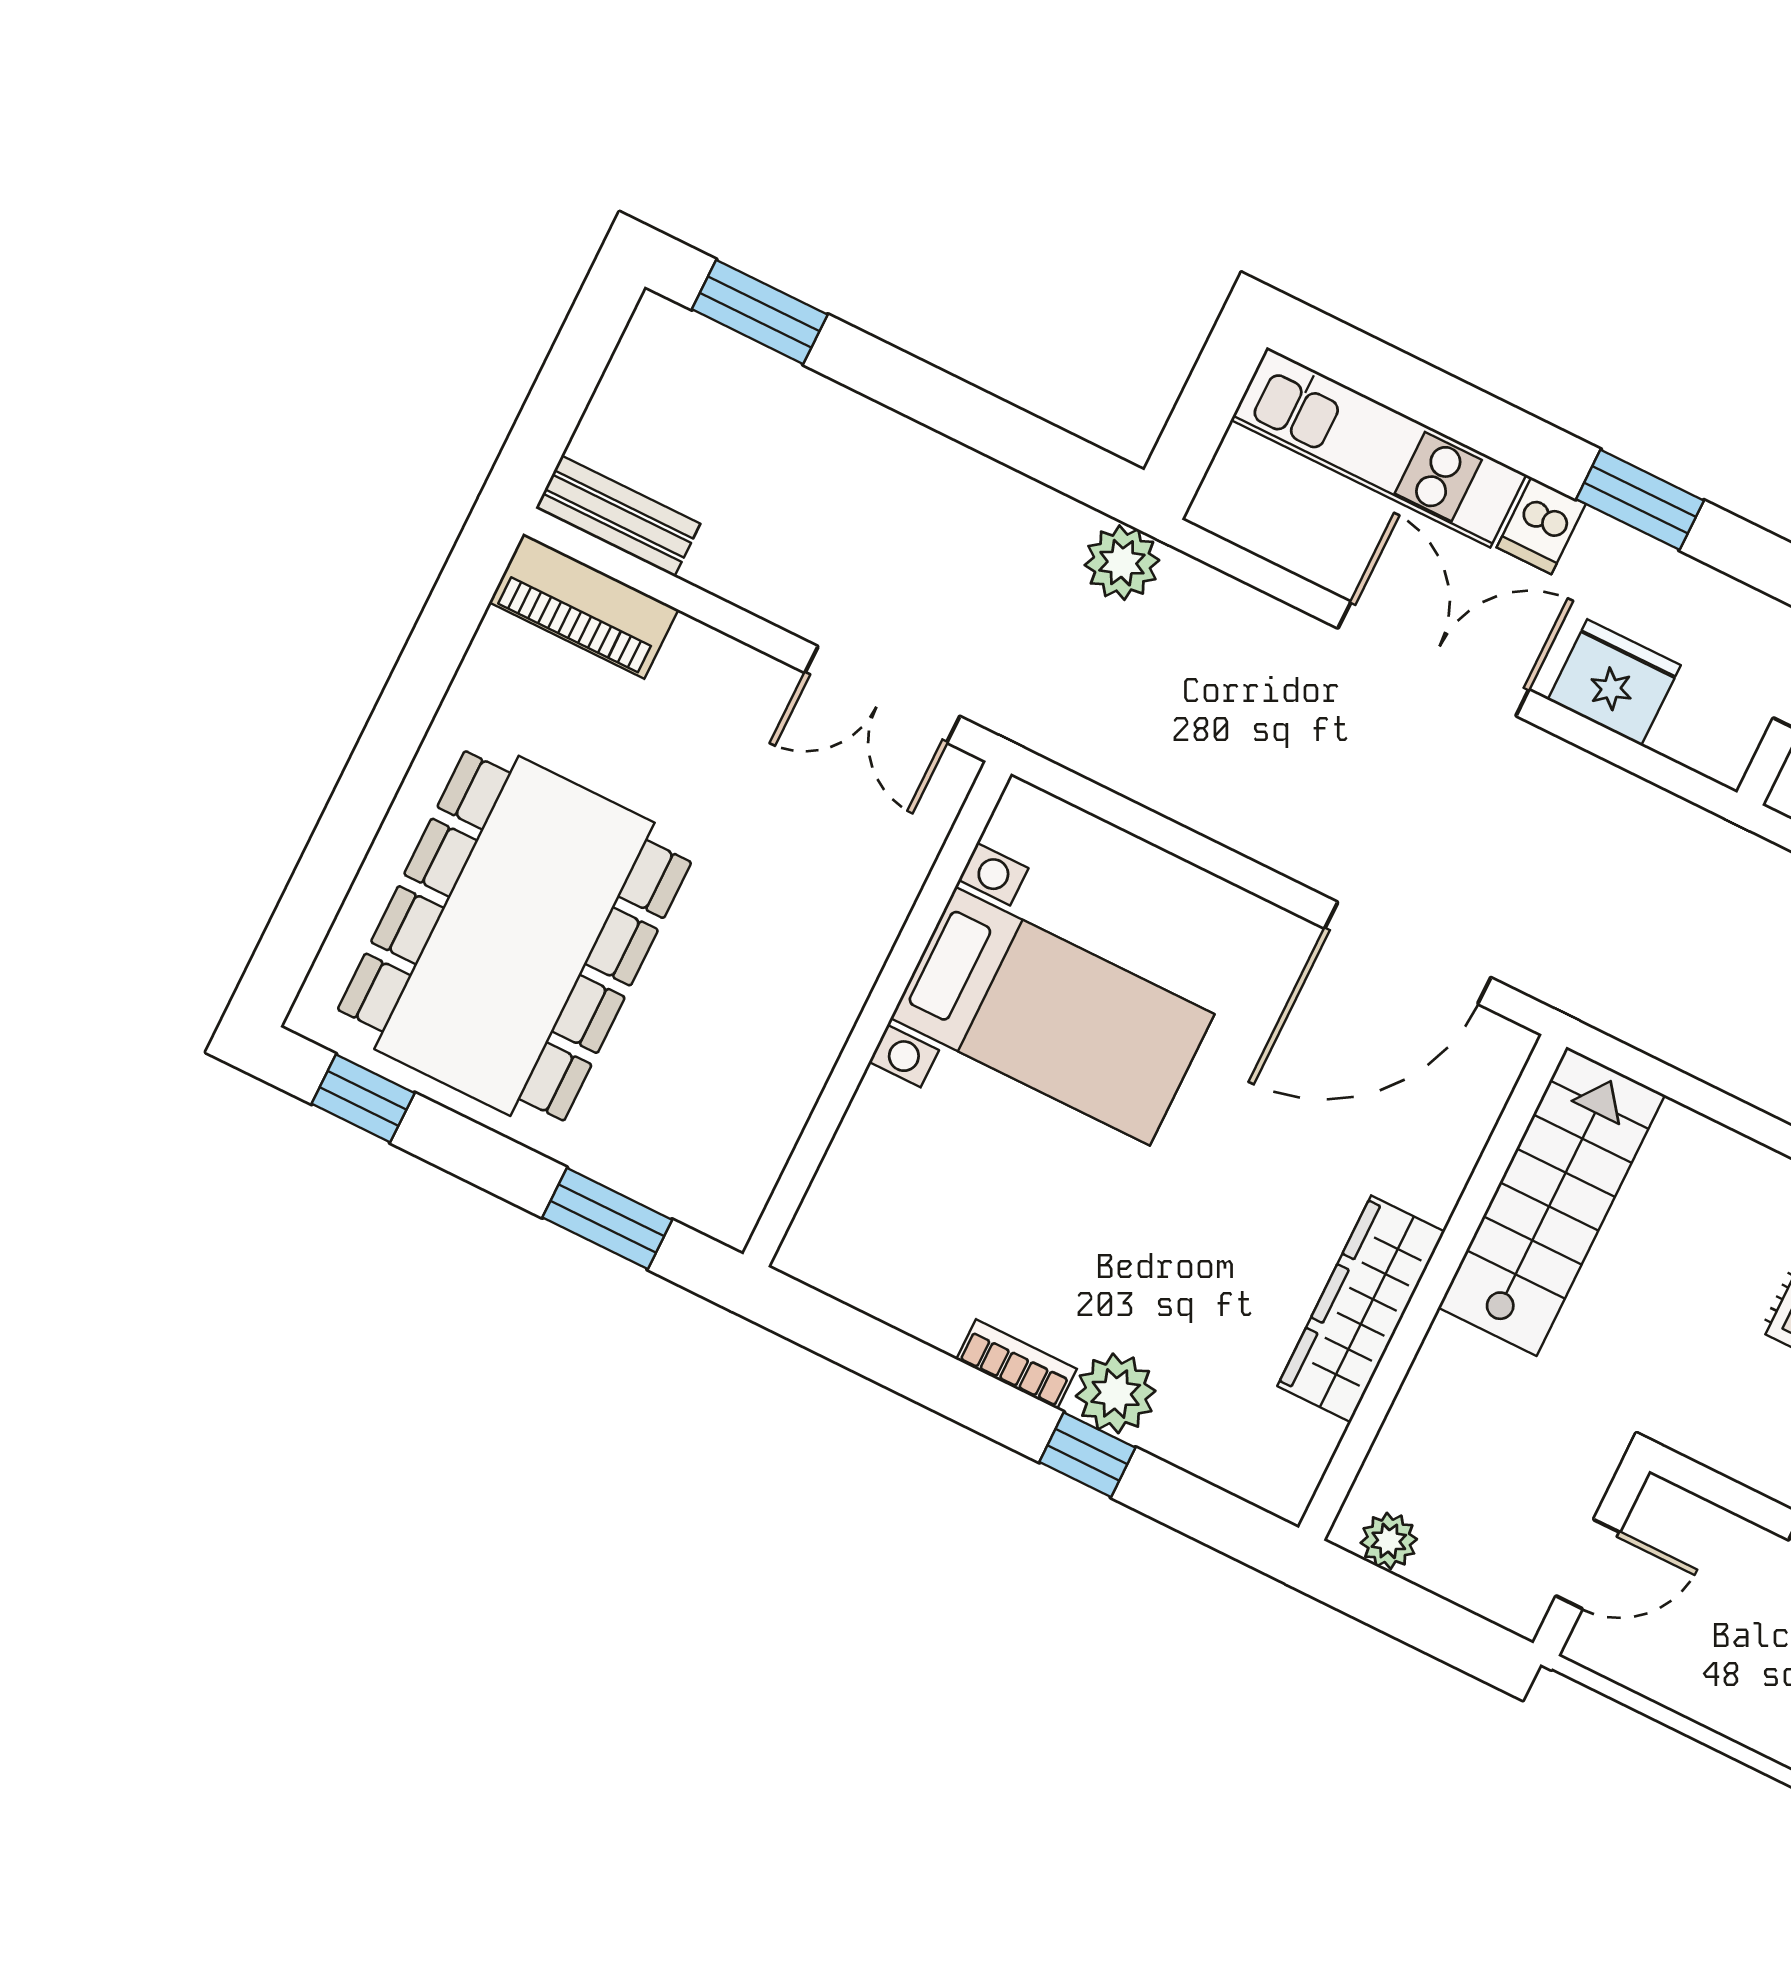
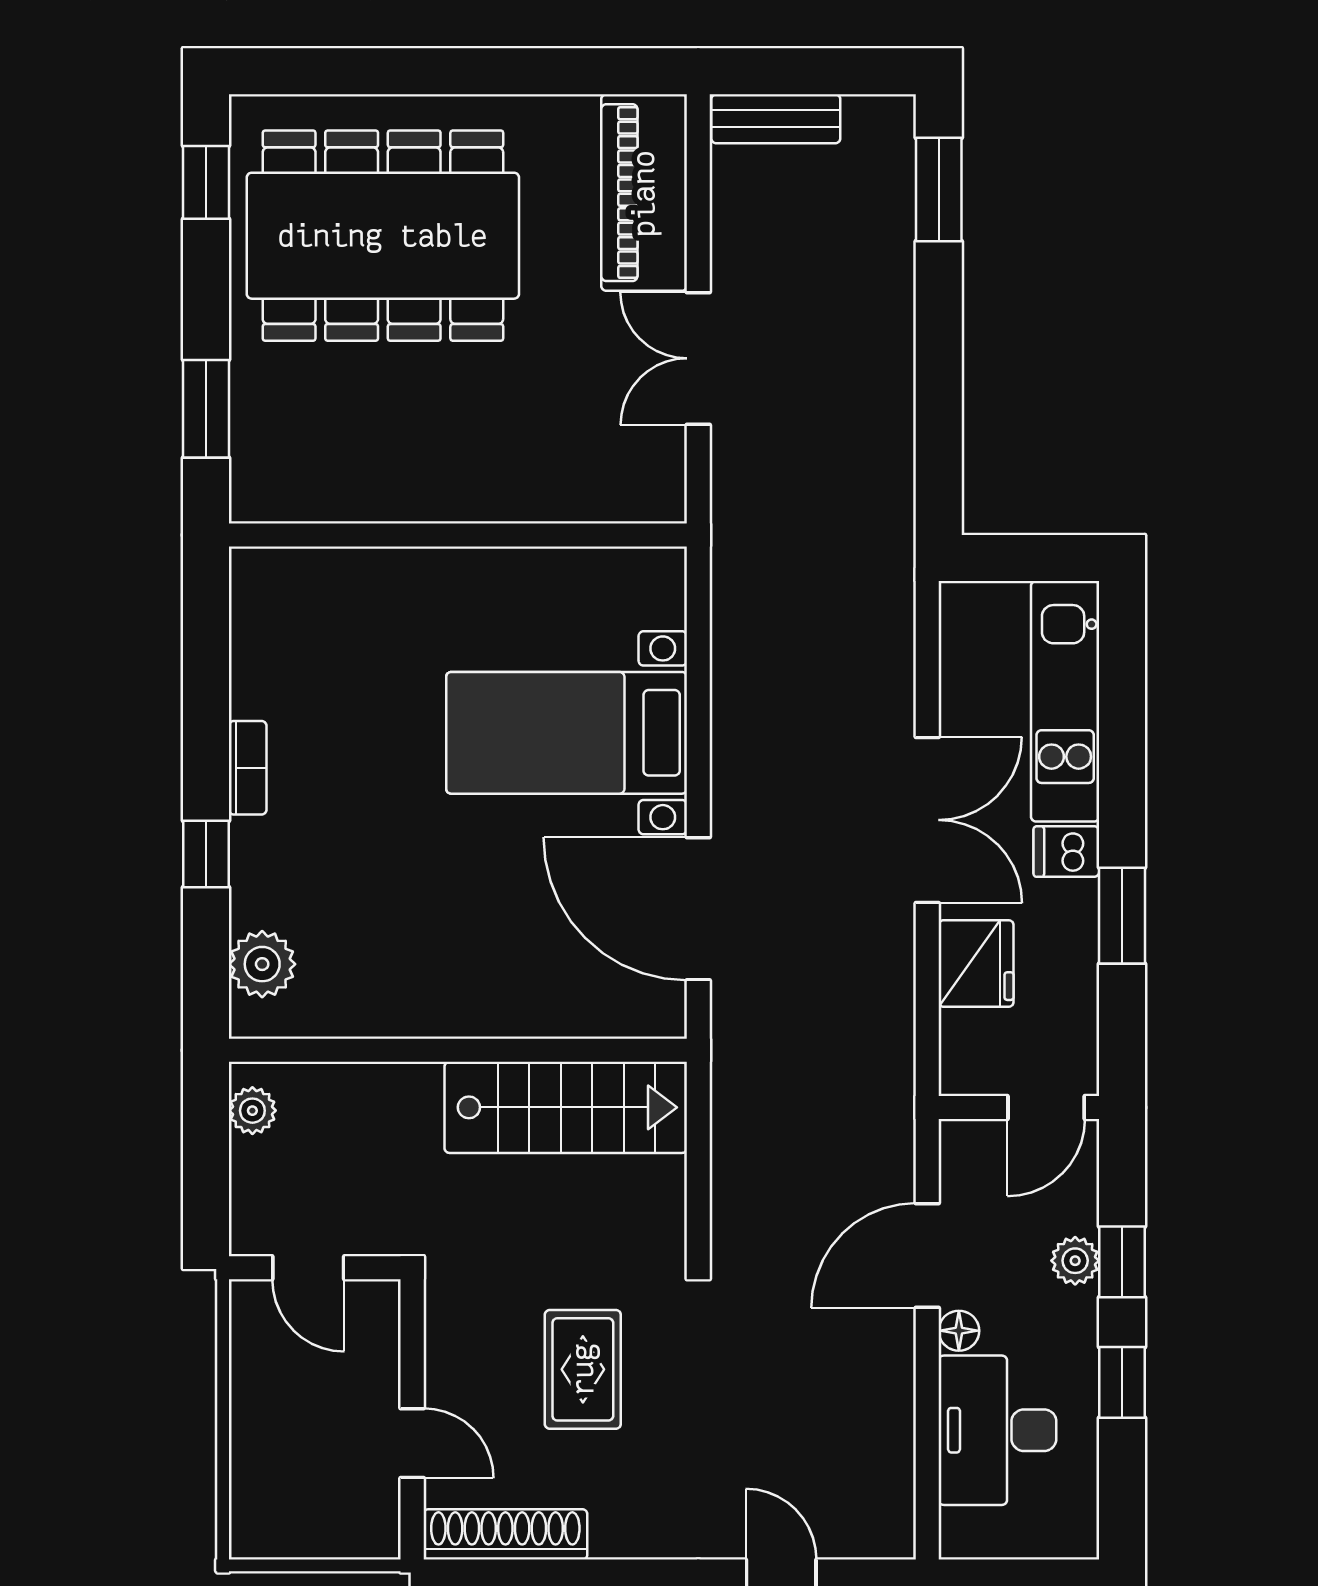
bench: (618, 516) -> (776, 119), moved, turned 90
plant: (1122, 563) -> (885, 552), removed
piano: (584, 606) -> (644, 193), width x1.37, depth x1.33
double door: (882, 694) -> (698, 358), moved
bed with nightstands: (1052, 1016) -> (567, 733), moved, turned 90
wardrobe: (1361, 1309) -> (415, 1005), removed
plant: (1116, 1393) -> (262, 964), moved

